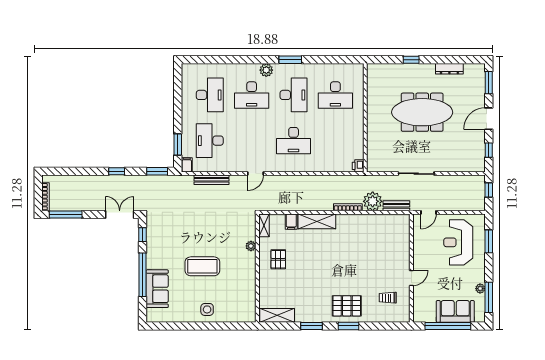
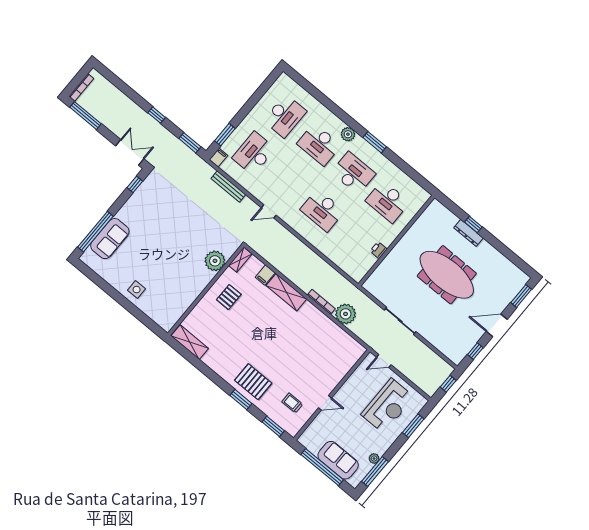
dresser: (449, 69) -> (469, 233), moved
desk: (294, 95) -> (353, 173), turned -90
printer: (358, 166) -> (379, 250), moved
bench: (396, 206) -> (362, 334), removed
reception desk: (458, 242) -> (388, 406), turned 180
plant: (251, 246) -> (215, 261), width x1.88, depth x1.88
coffee table: (202, 266) -> (162, 251), removed
window: (143, 275) -> (95, 232), moved
window: (312, 326) -> (273, 426), moved

